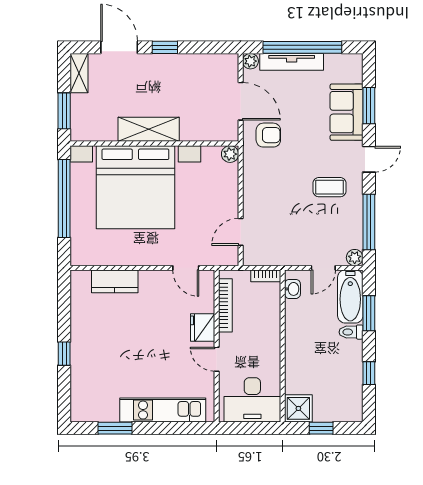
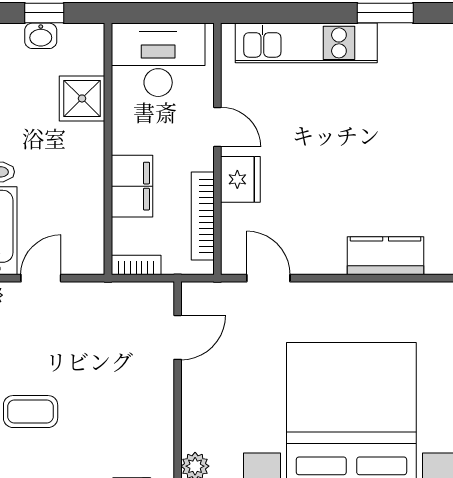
washbasin: (292, 289) -> (41, 36), moved, turned -90
filing cabinet: (268, 323) -> (132, 186), added
shower: (298, 408) -> (82, 98), moved

